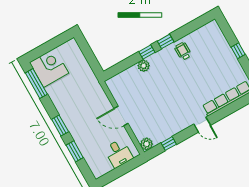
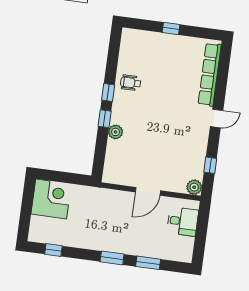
corner desk: (49, 68) -> (51, 199), moved, turned 90
window: (36, 84) -> (53, 250), width x0.46

